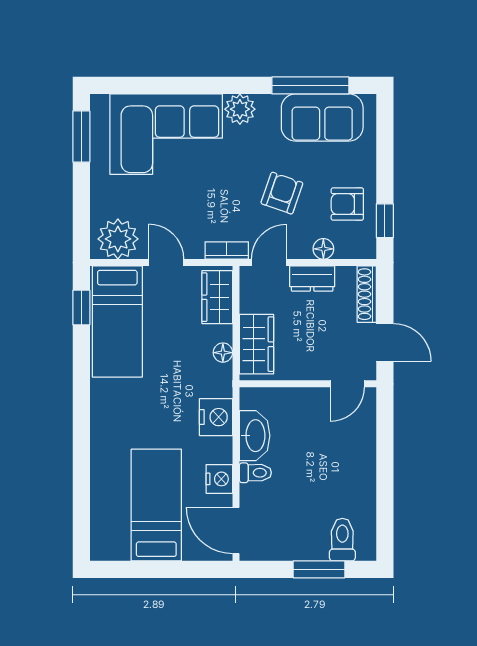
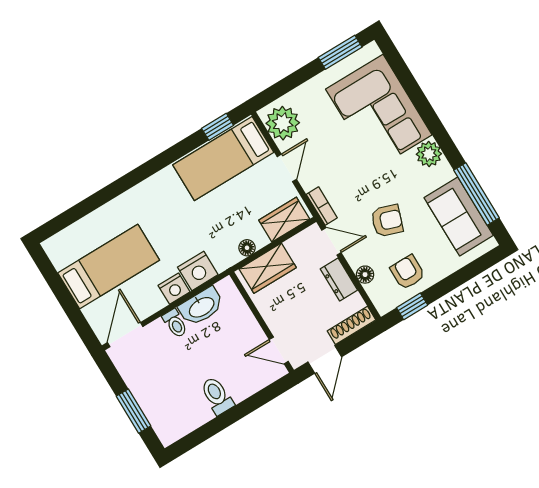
nightstand: (219, 479) -> (174, 289), moved
toilet: (342, 540) -> (217, 396), moved, turned -90

